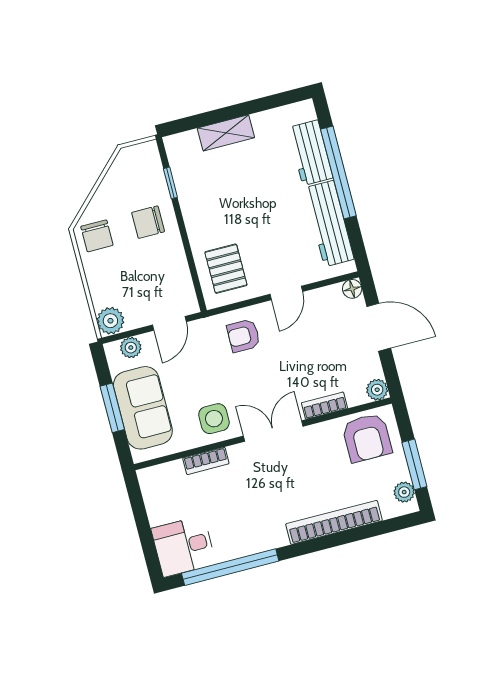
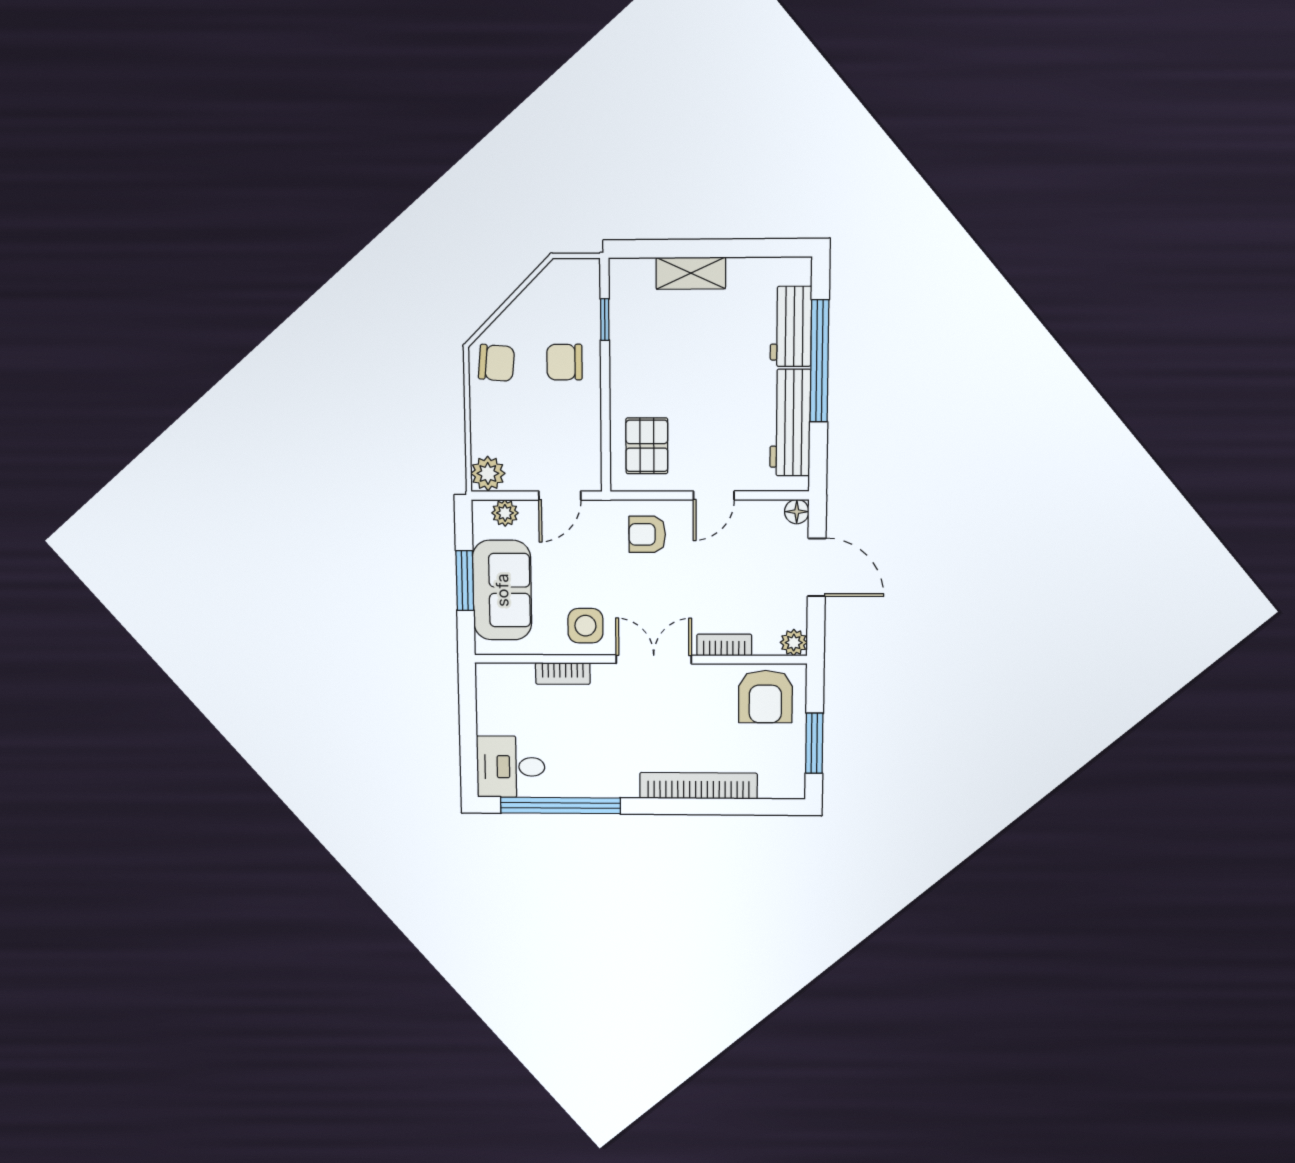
chair: (97, 236) -> (496, 363), turned -85
plant: (404, 492) -> (793, 772), removed

